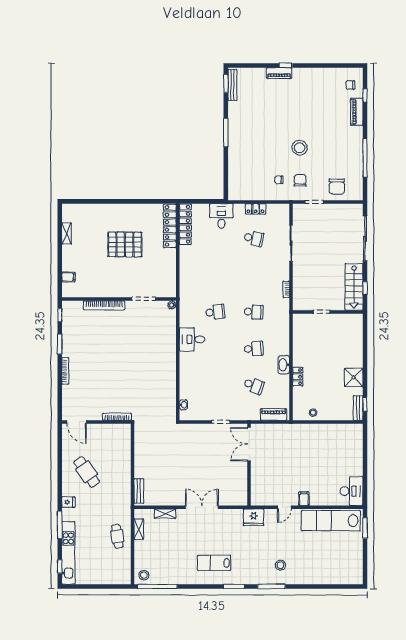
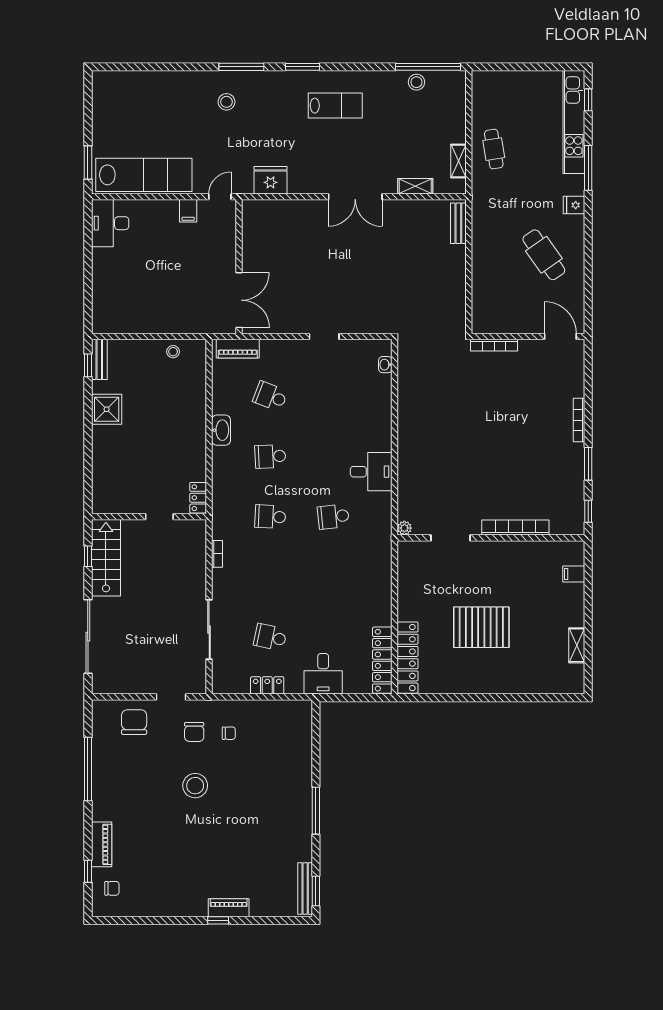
locker: (298, 377) -> (198, 498), moved
double door: (249, 444) -> (239, 300), moved
wall: (249, 465) -> (239, 267), moved
stool: (144, 575) -> (416, 82), moved

